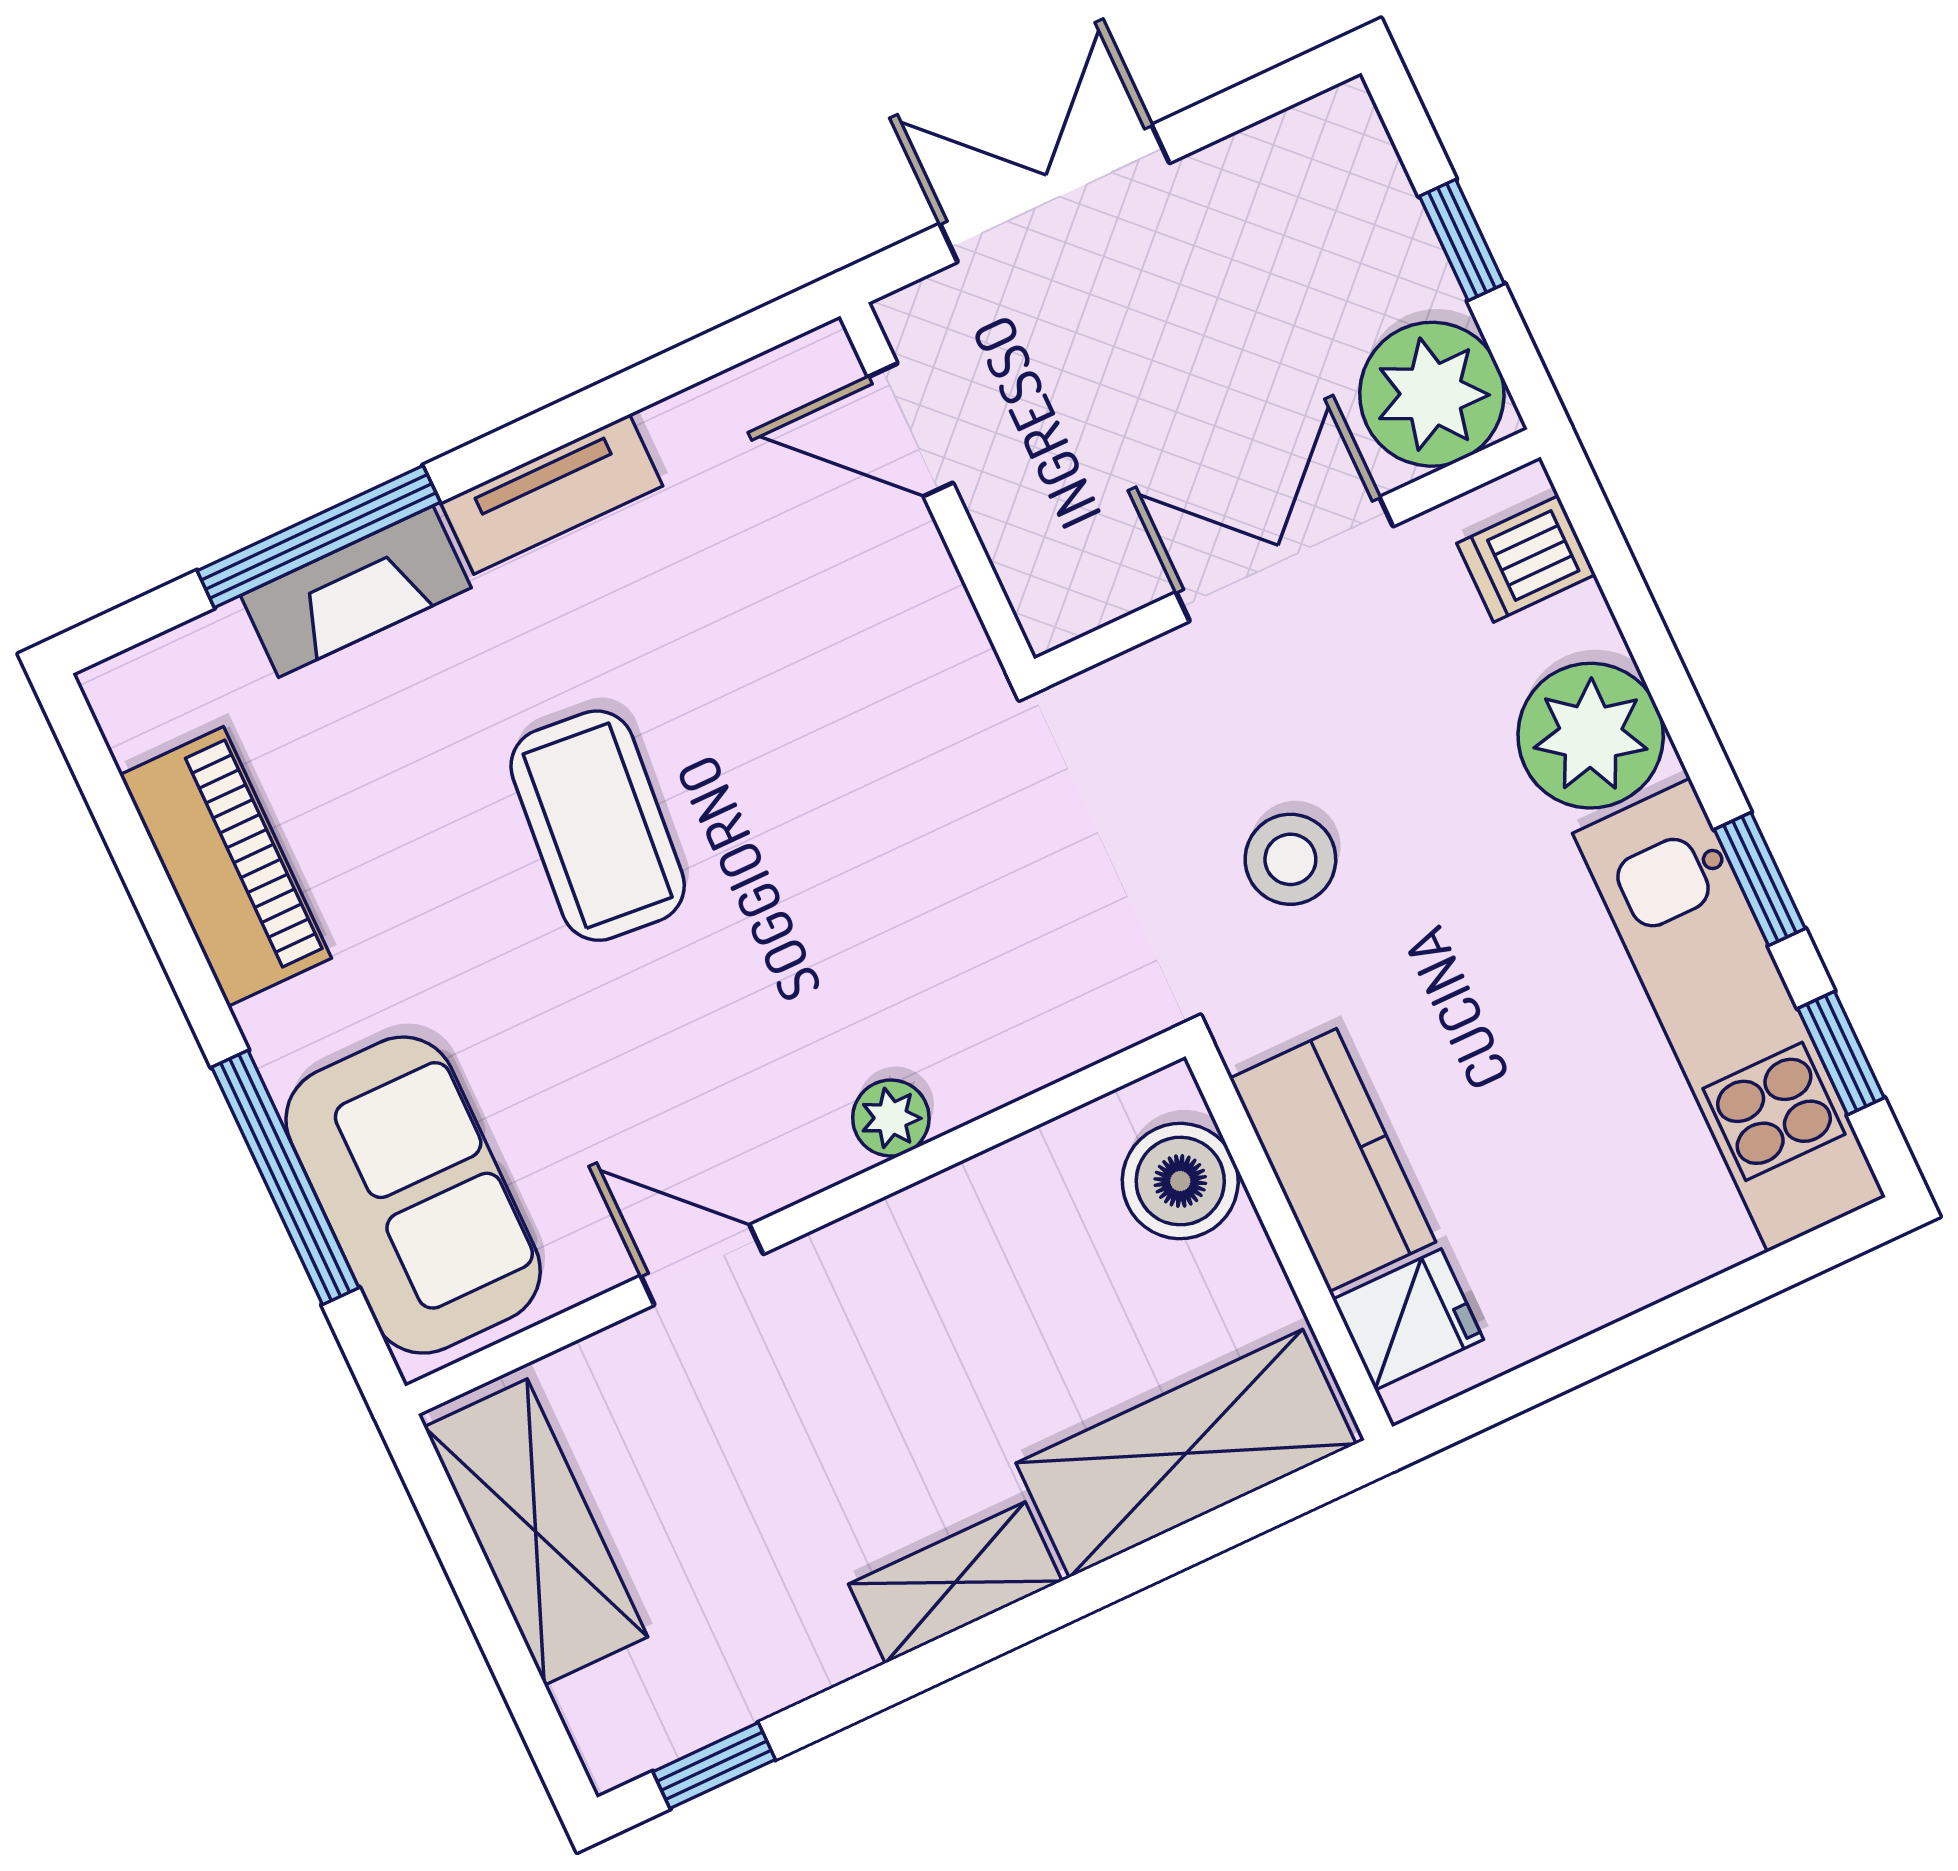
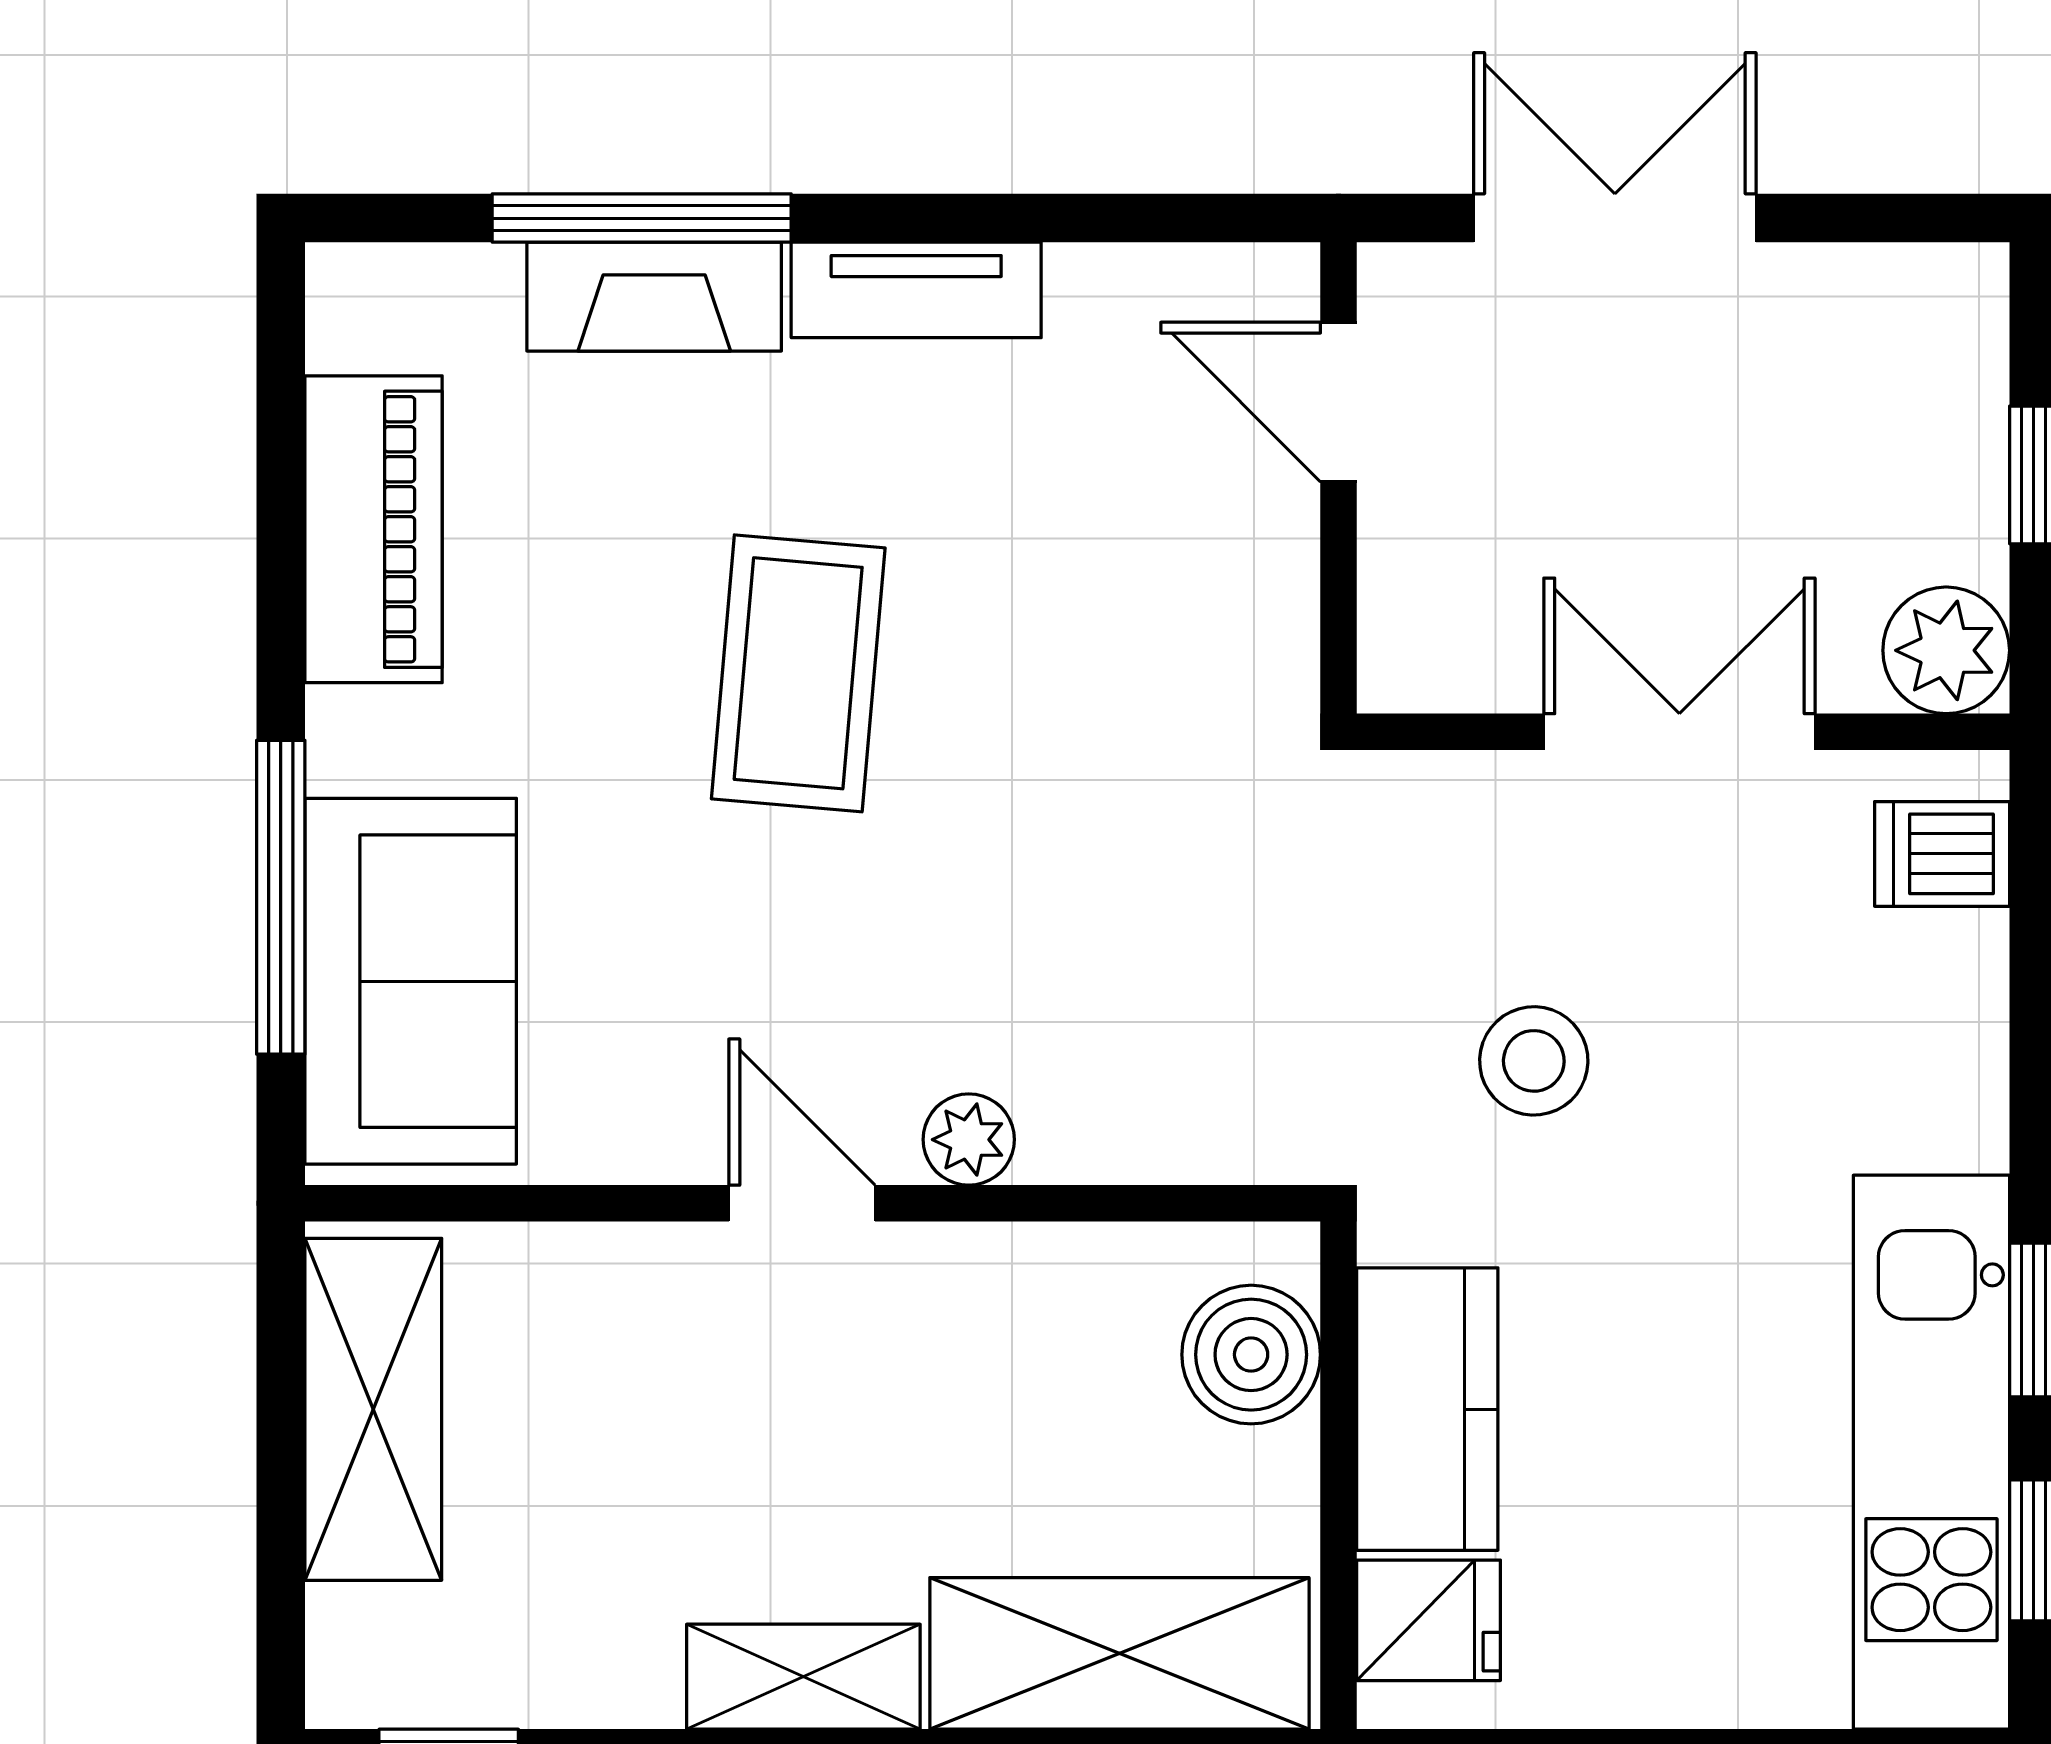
plant: (1432, 394) -> (1946, 650), width x0.73, depth x0.73
plant: (1591, 736) -> (1923, 1078), removed
door: (702, 1265) -> (802, 1203), moved

